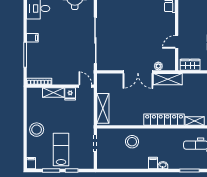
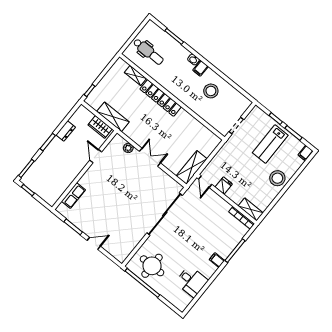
door: (177, 42) -> (96, 156), swing flipped
double door: (138, 72) -> (150, 157), width x0.73
shelving: (168, 79) -> (113, 117), moved
shelving: (53, 93) -> (251, 209), moved
shelving: (103, 108) -> (192, 167), moved
stool: (132, 142) -> (211, 91), moved

